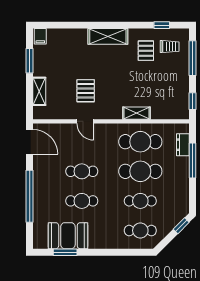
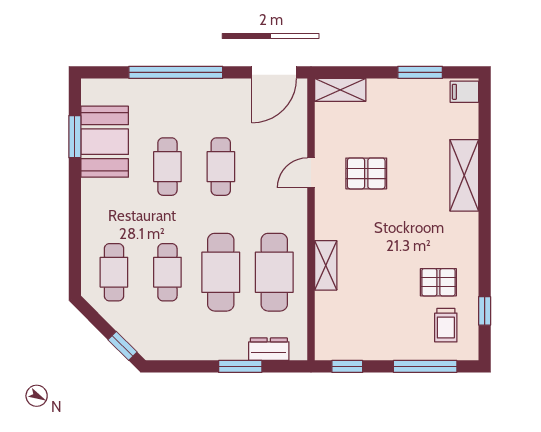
shelving: (108, 36) -> (464, 175), moved
shelving: (39, 91) -> (340, 90), moved
window: (193, 161) -> (240, 366), width x0.69

